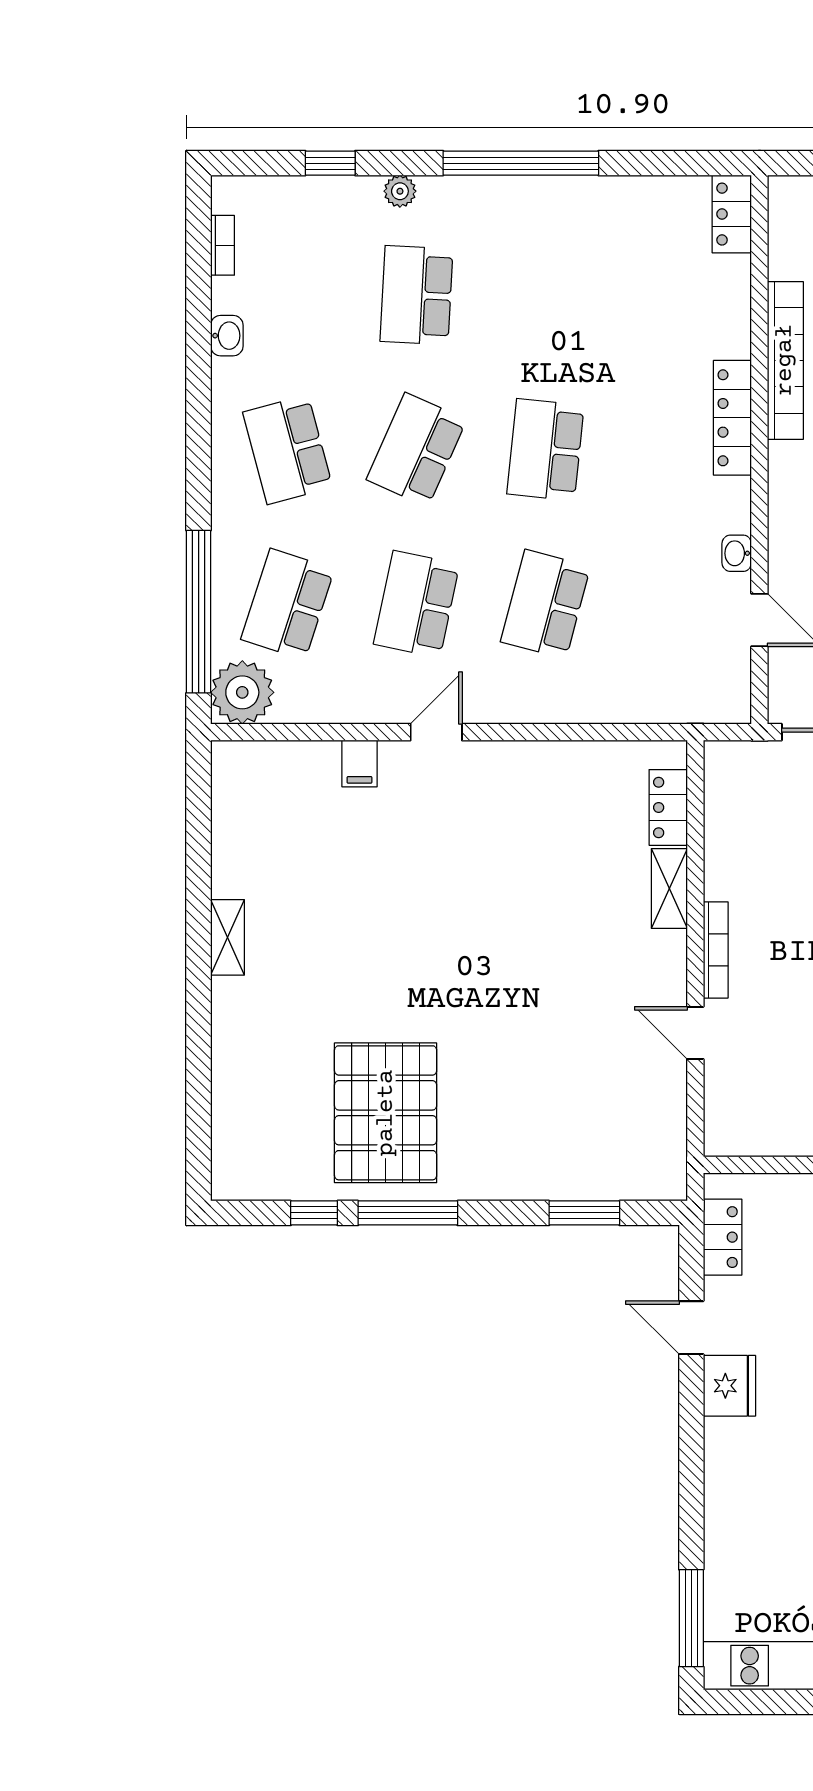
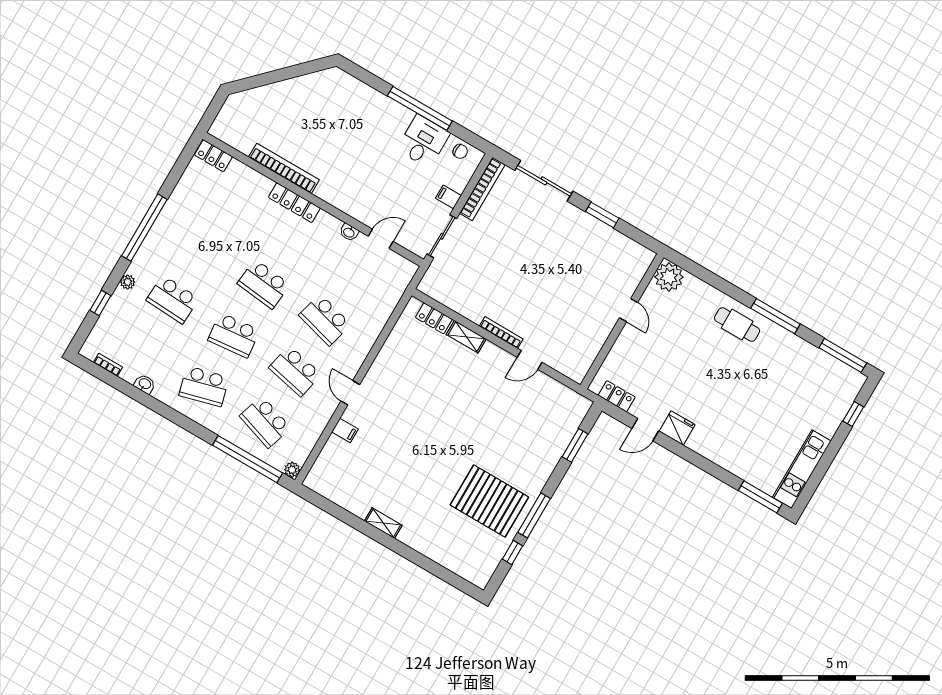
school desk: (417, 450) -> (234, 335), turned -30
plant: (242, 692) -> (292, 470), width x0.53, depth x0.53

